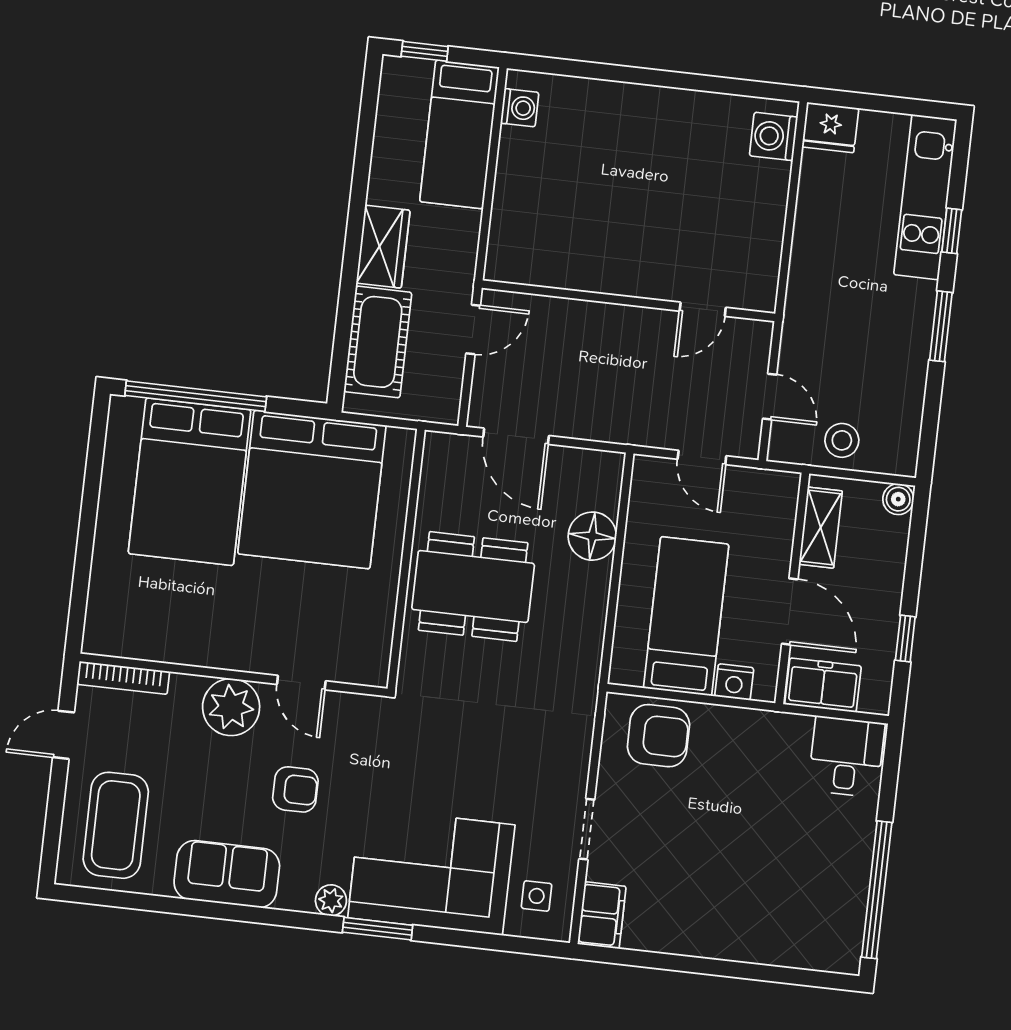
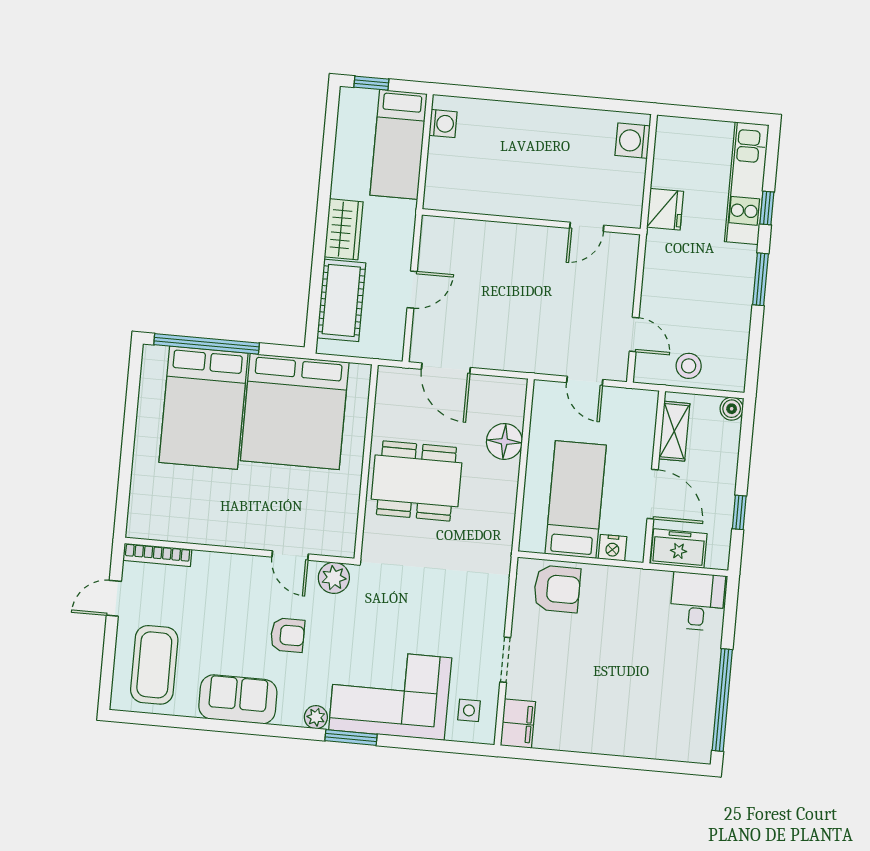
fridge: (830, 128) -> (665, 209), moved, turned -90
wall: (629, 301) -> (531, 222), moved
door: (703, 309) -> (587, 227), moved
plant: (231, 707) -> (334, 578), moved, width x0.73, depth x0.73

